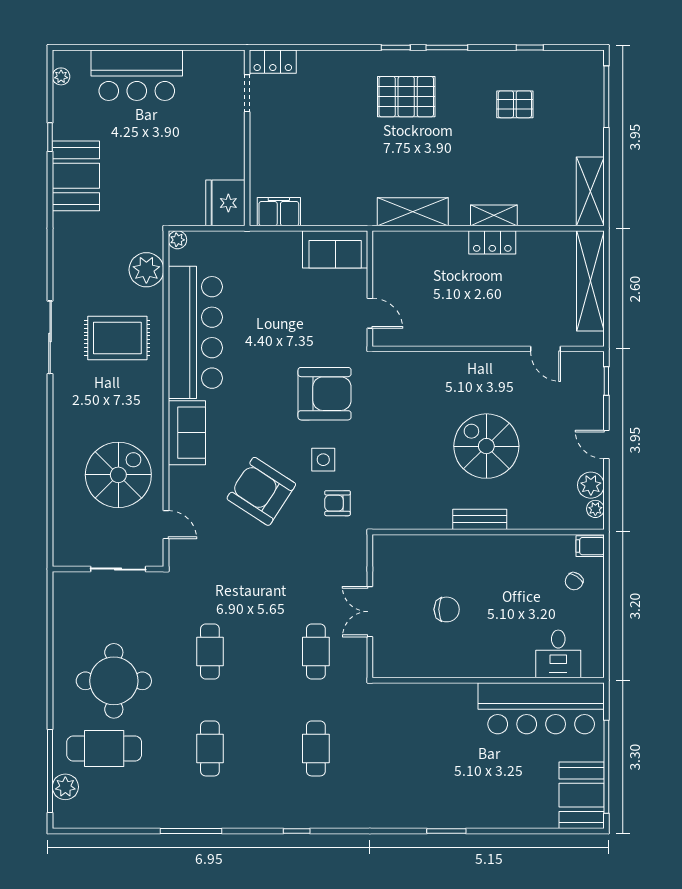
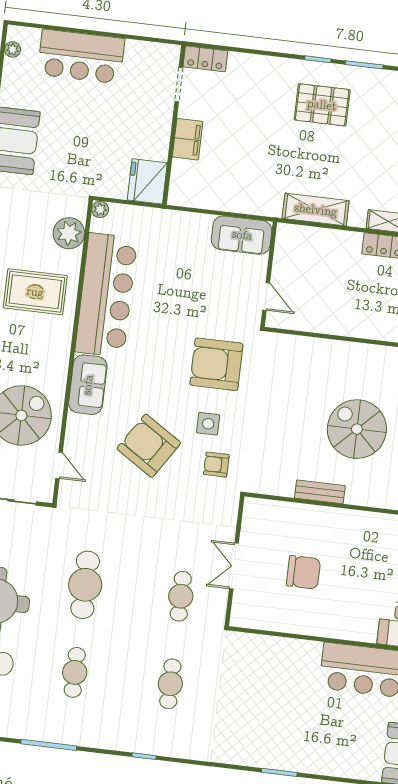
filing cabinet: (279, 212) -> (188, 139), moved, turned 90
armchair: (325, 394) -> (216, 364), turned 180
bench: (480, 519) -> (320, 492), moved
chair: (447, 609) -> (303, 572), width x1.37, depth x1.37
cafe table: (210, 652) -> (85, 585), width x1.37, depth x1.35

